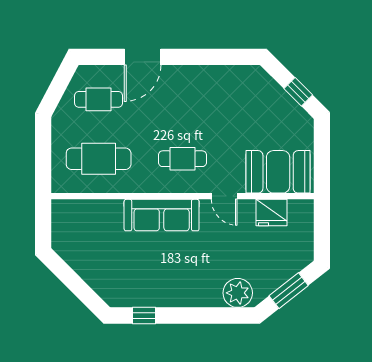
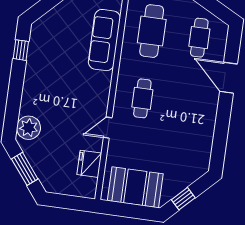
booth: (278, 172) -> (135, 187), moved, turned 90
sofa: (162, 215) -> (104, 40), moved

